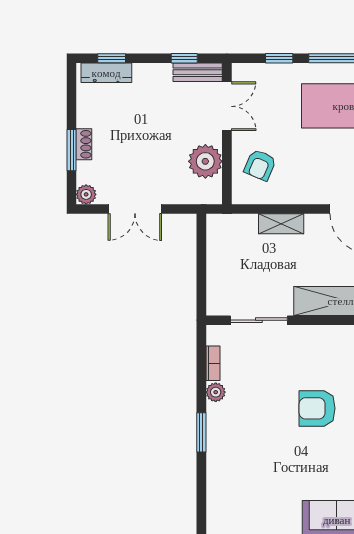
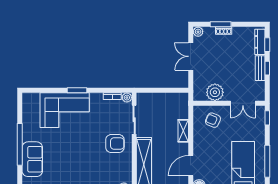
window: (184, 58) -> (267, 68), moved
window: (279, 58) -> (267, 118), moved
bench: (198, 72) -> (260, 68), moved
plant: (216, 392) -> (127, 98), moved
armchair: (317, 408) -> (115, 144), moved, turned 90
corner sofa: (240, 457) -> (65, 110), added

